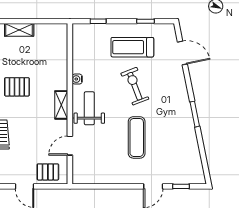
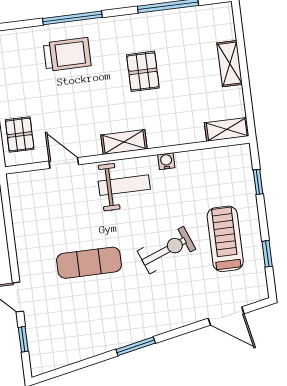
shelving: (61, 37) -> (227, 129), added
door: (182, 53) -> (226, 316), hinge flipped

